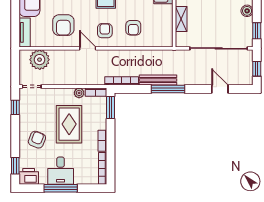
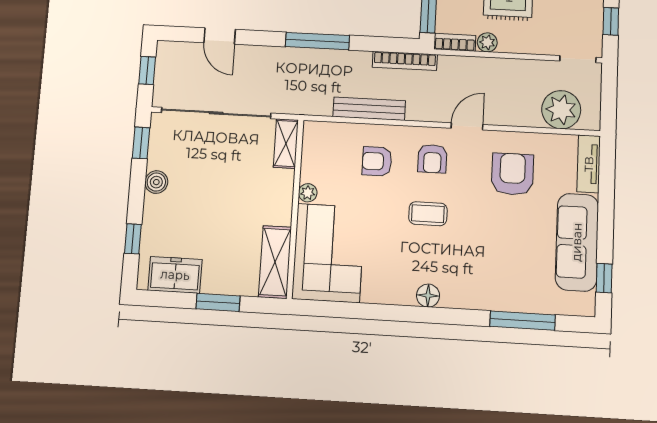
plant: (168, 10) -> (308, 193), added
shelving: (181, 19) -> (286, 143), moved
armchair: (133, 28) -> (377, 161), turned -90
door: (88, 48) -> (467, 126), swing flipped
bench: (158, 80) -> (369, 109), moved

